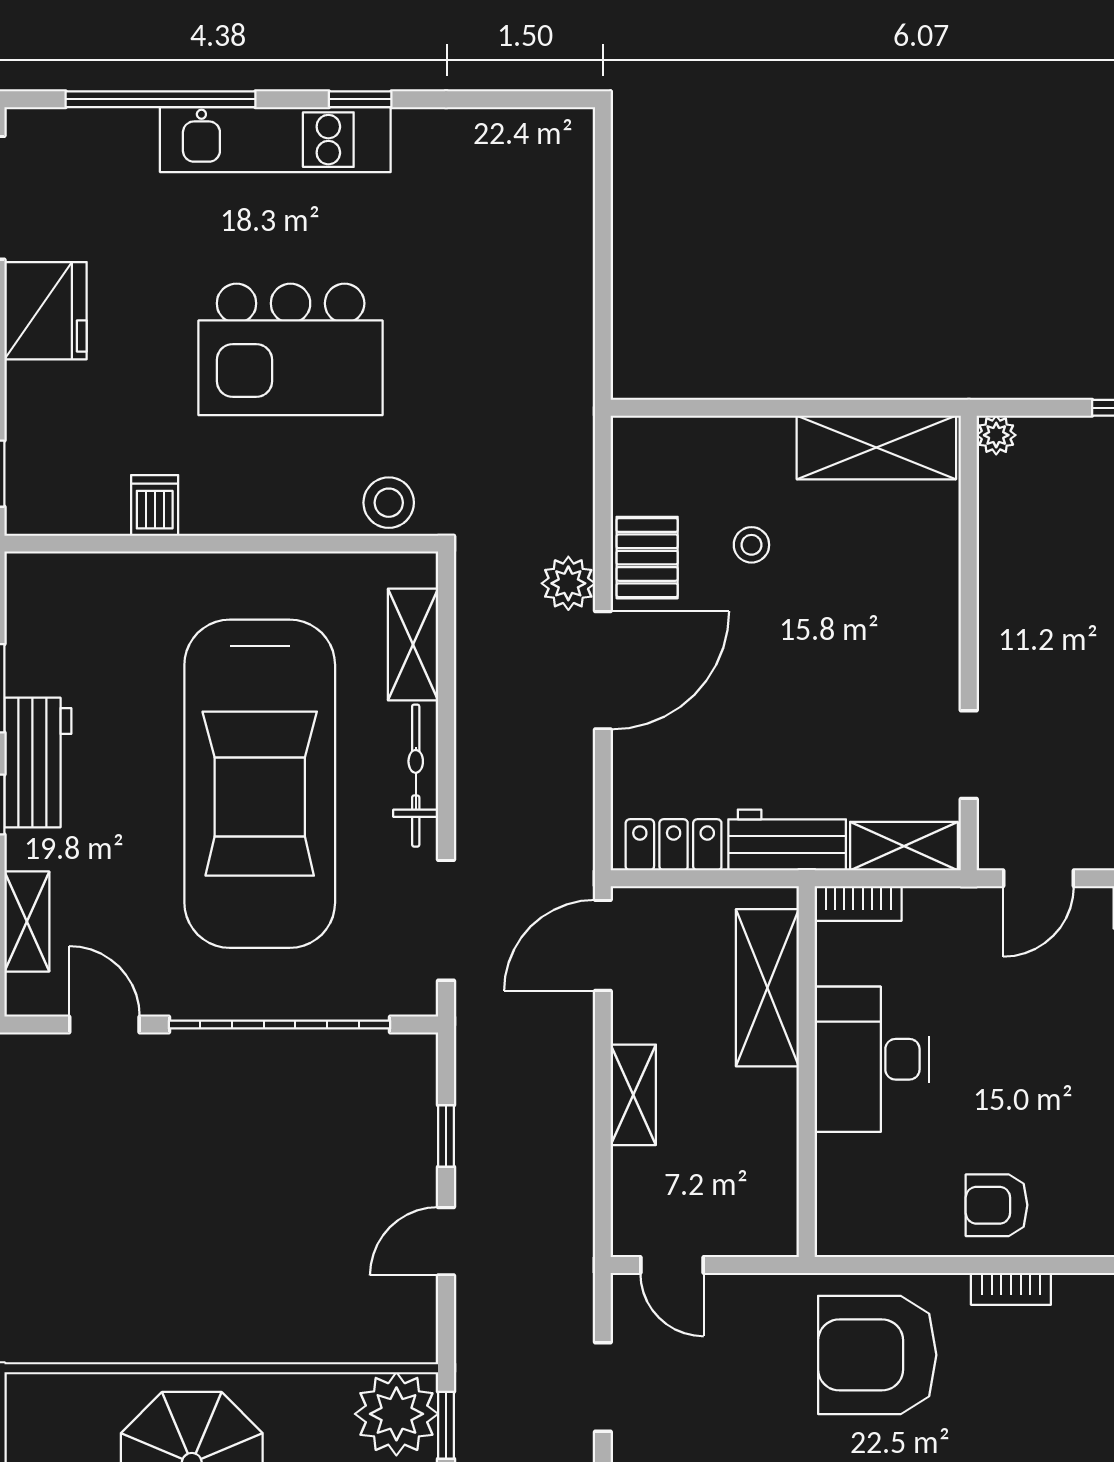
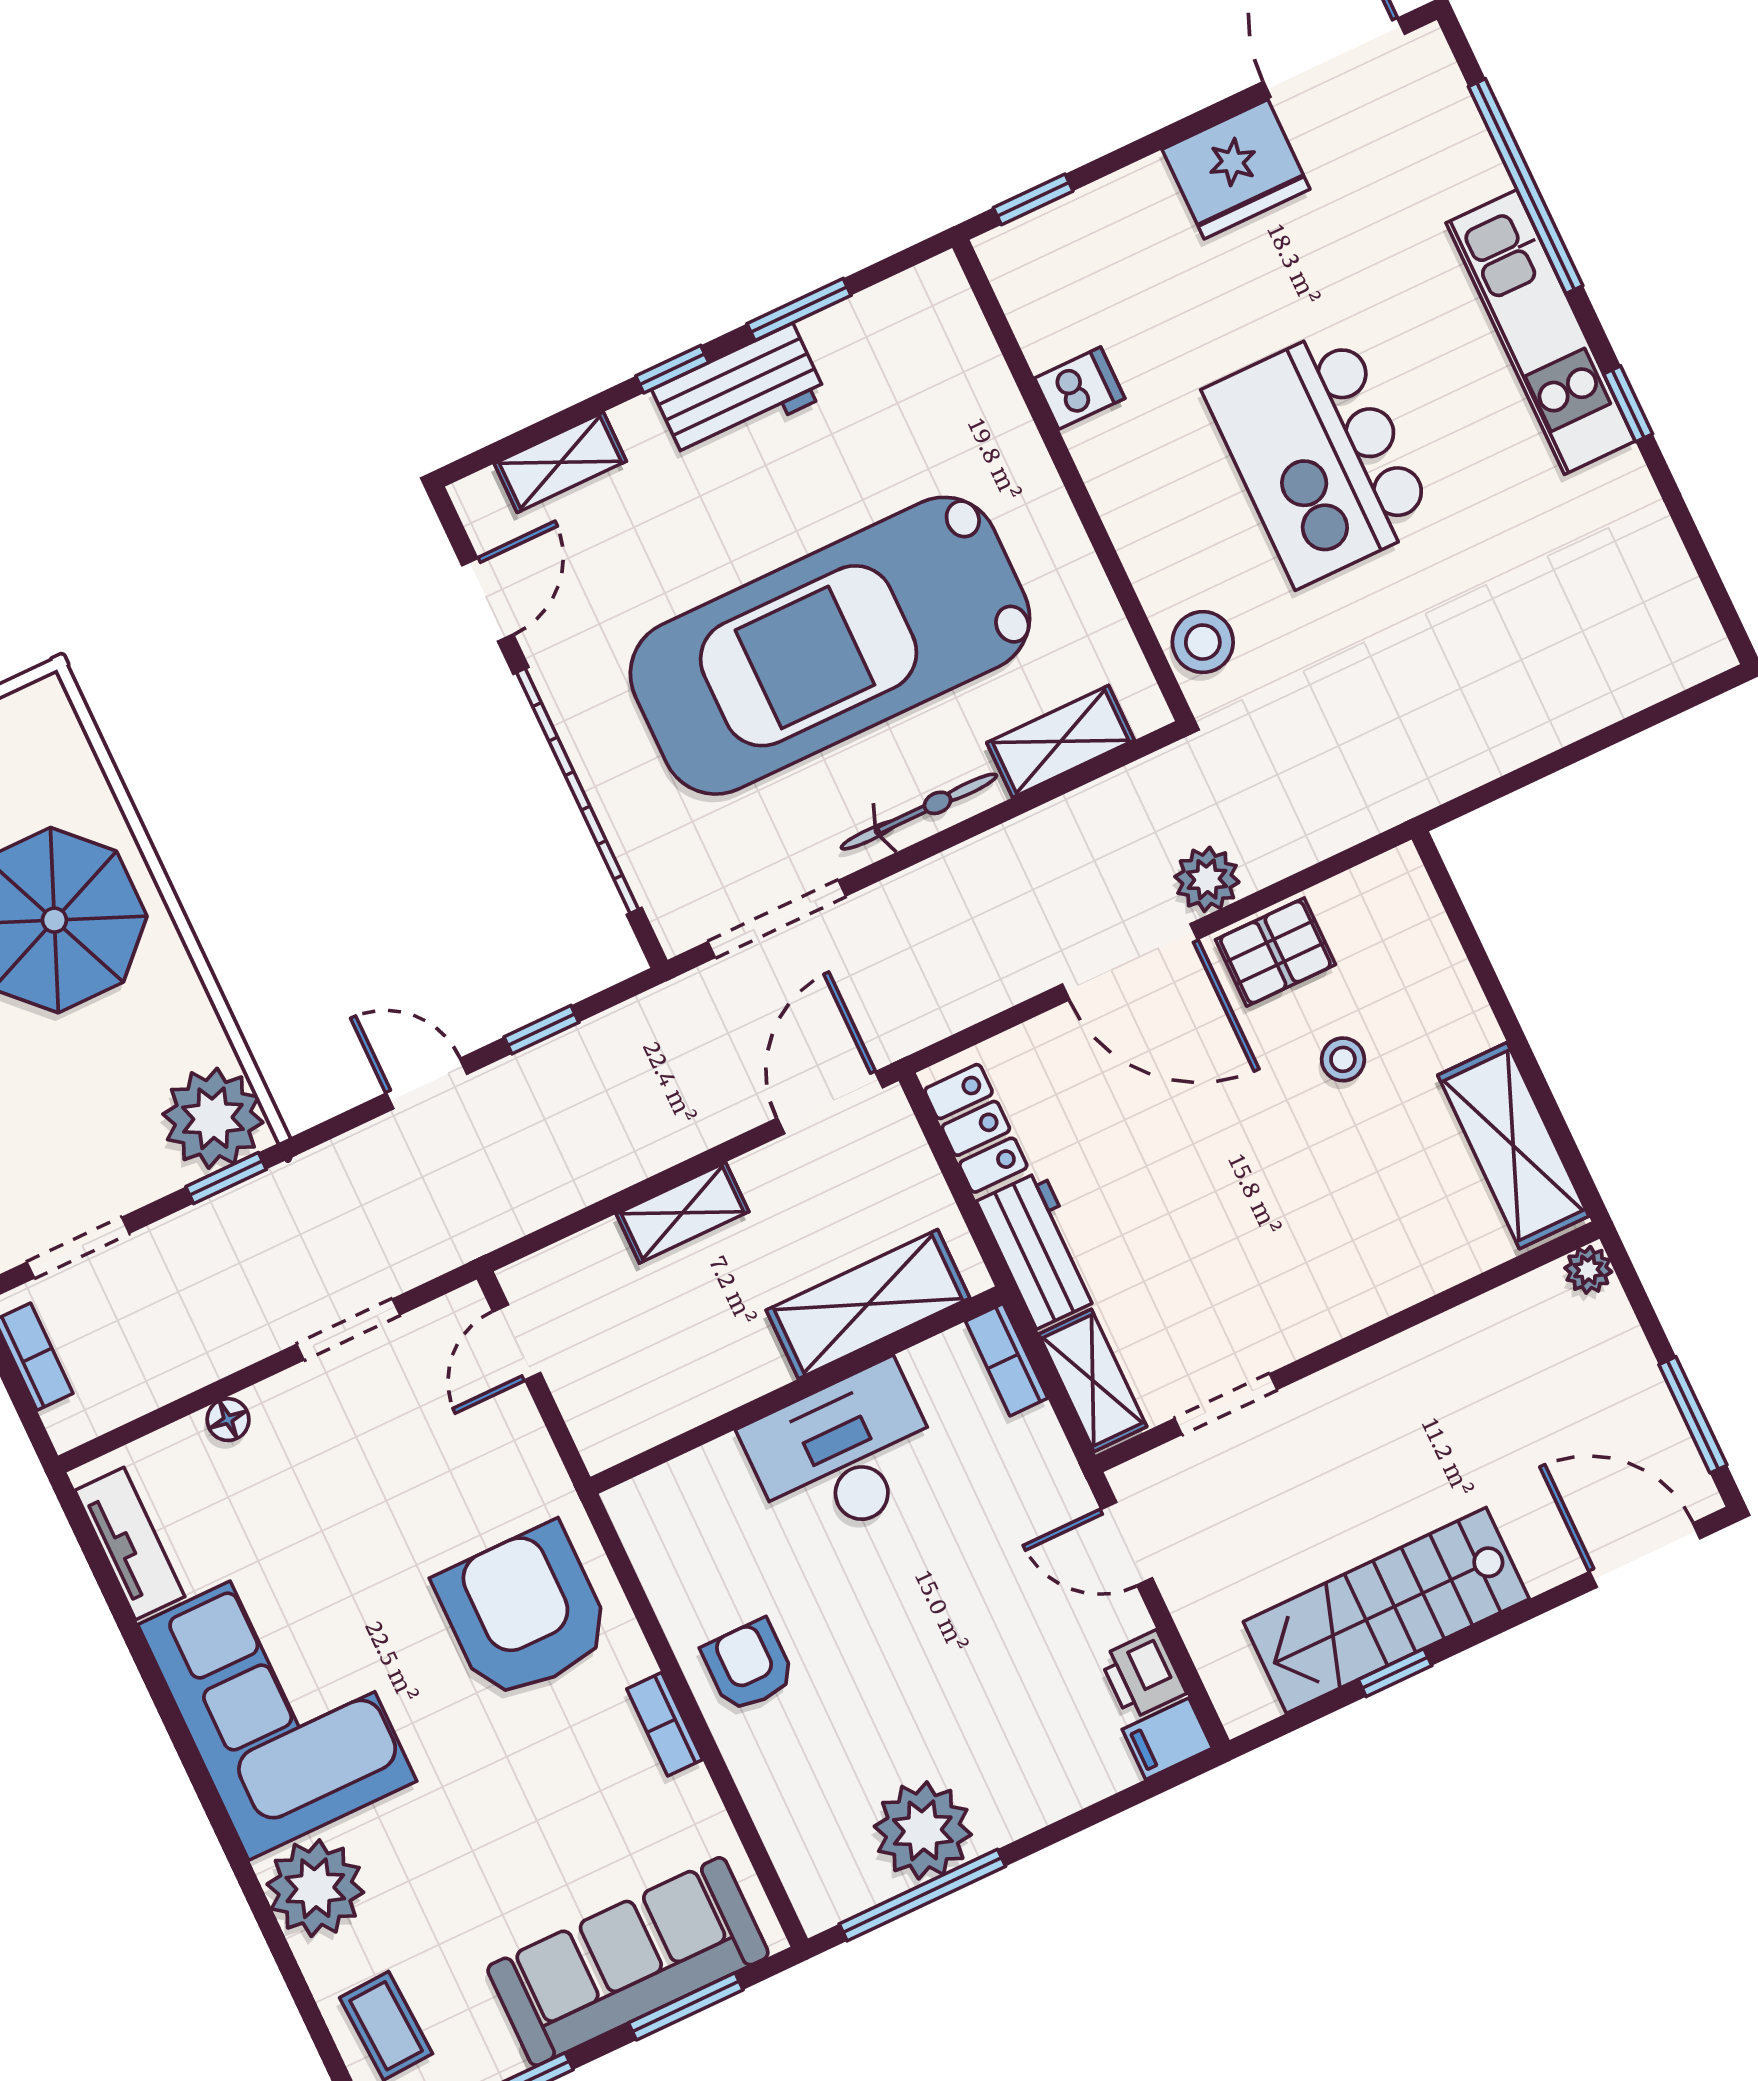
door: (603, 945) -> (830, 1103), hinge flipped

